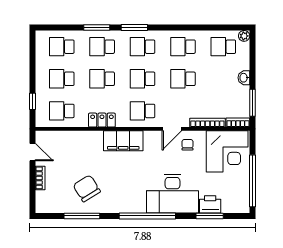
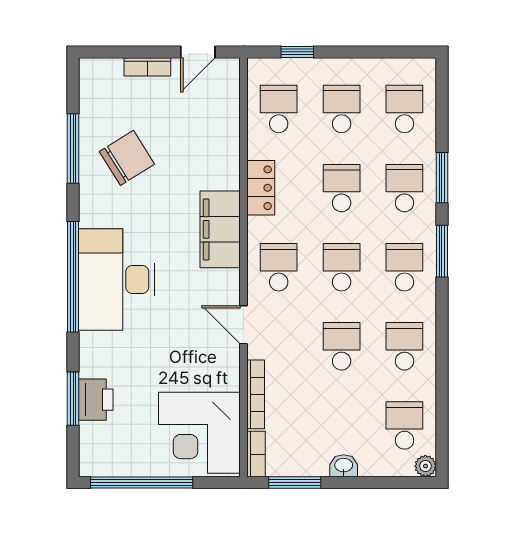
chair: (188, 145) -> (212, 355), removed
desk: (172, 194) -> (117, 279), moved

